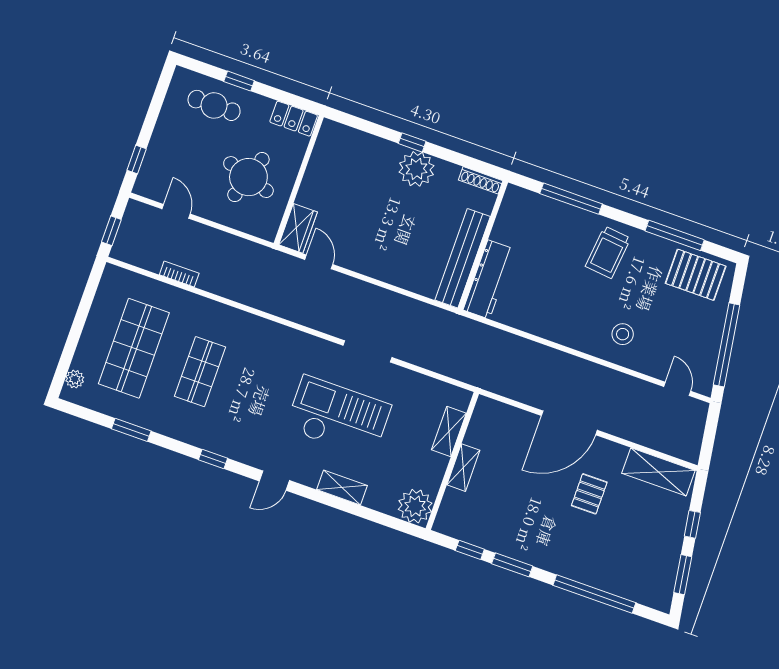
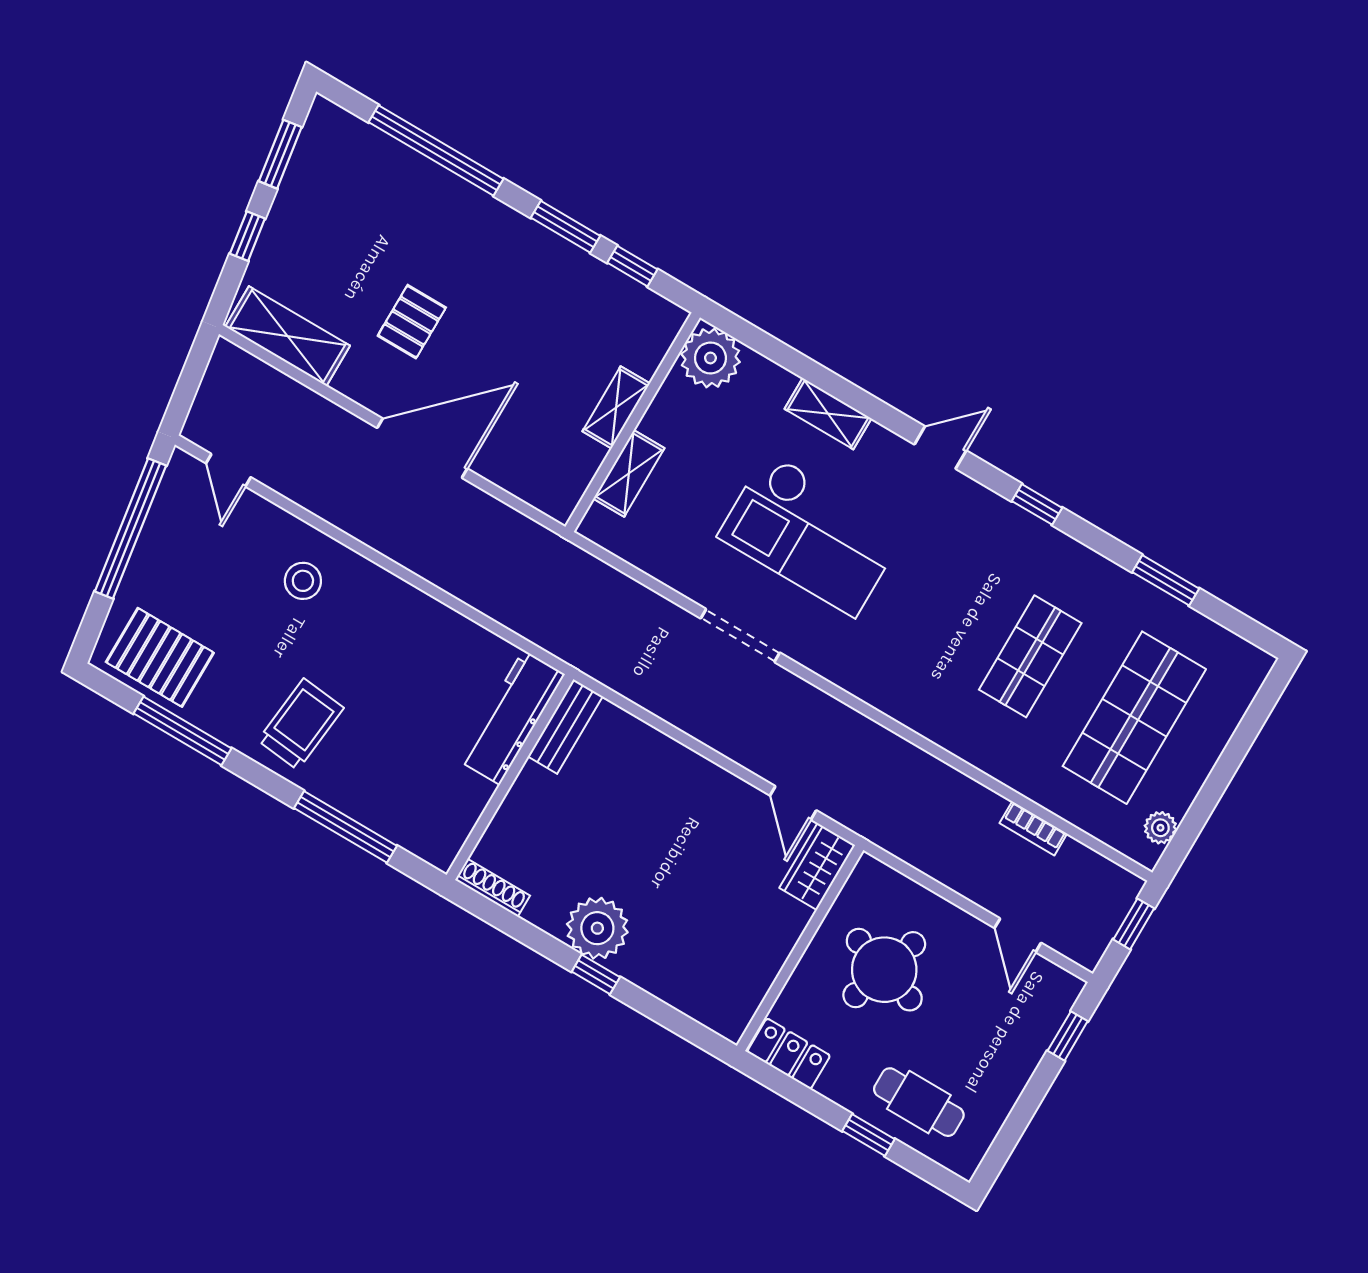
bench: (463, 258) -> (565, 726), width x0.54, depth x0.82
plant: (75, 379) -> (1160, 828), moved

